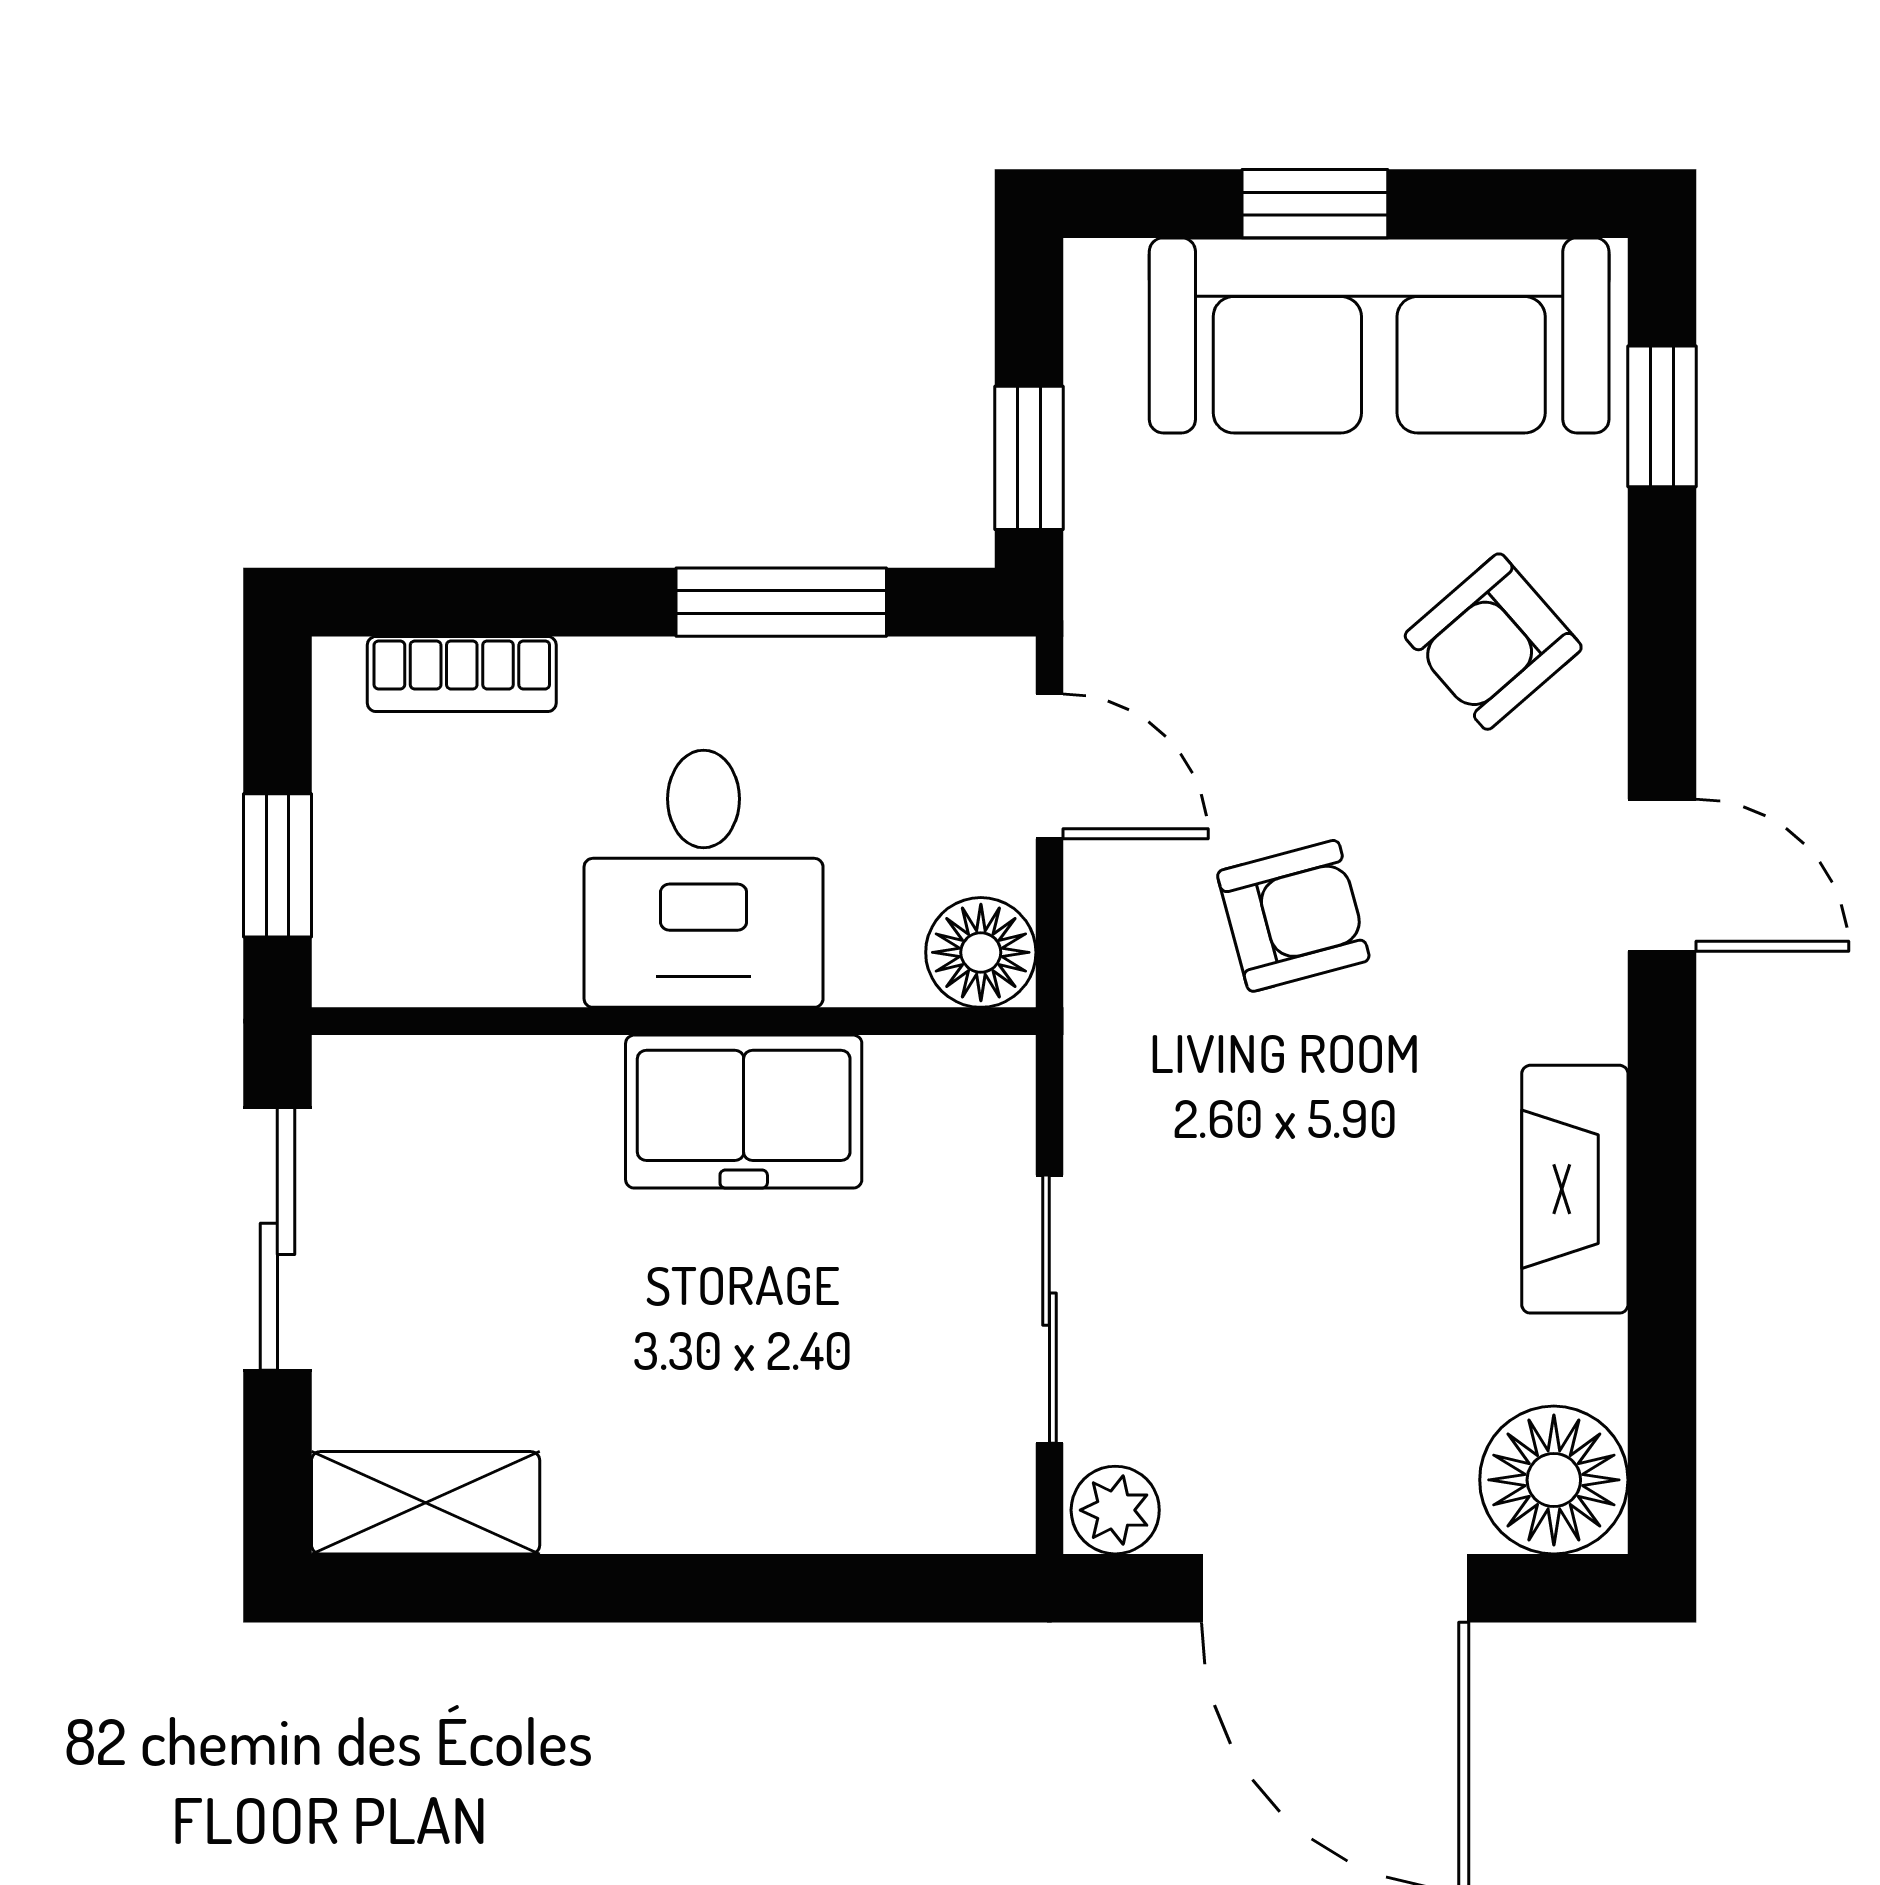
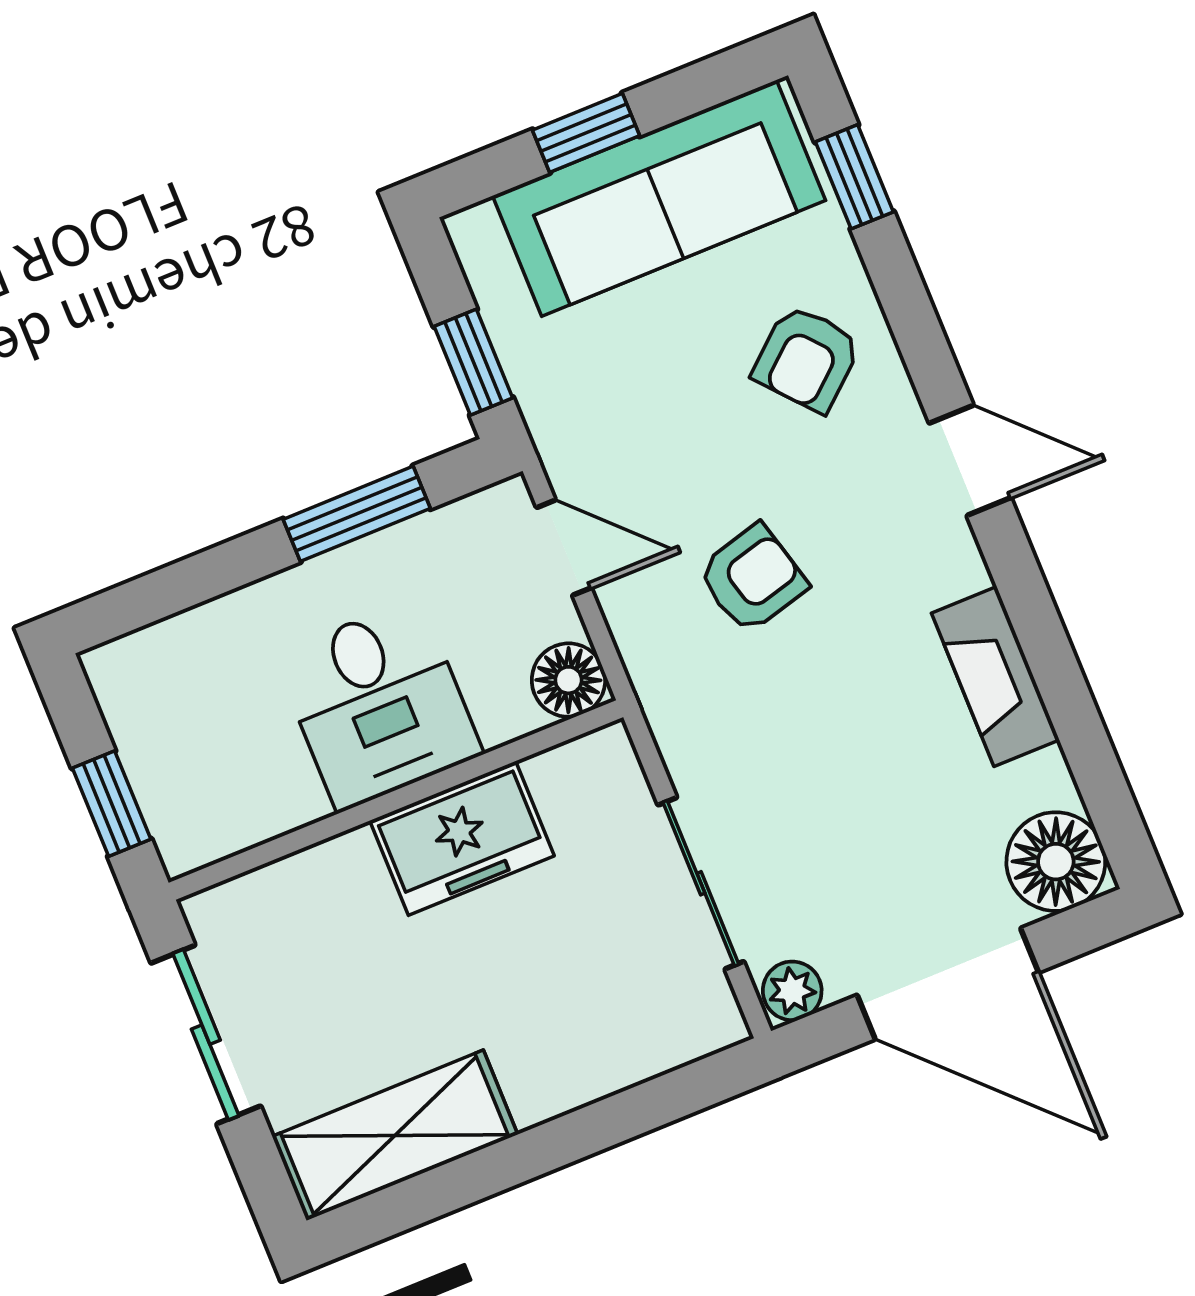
bookcase: (462, 674) -> (177, 639), removed
shelving: (426, 1503) -> (395, 1135), width x1.50, depth x1.33

